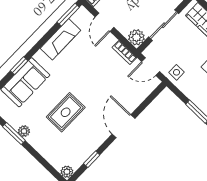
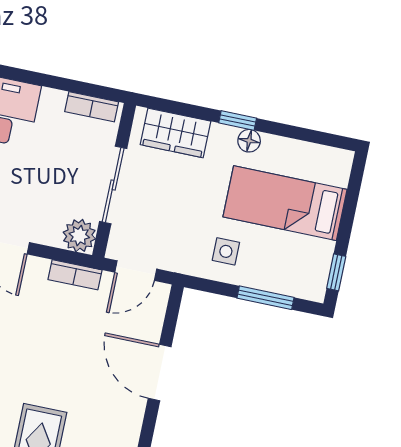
side table: (176, 72) -> (226, 251), moved
door: (123, 126) -> (160, 373), moved

